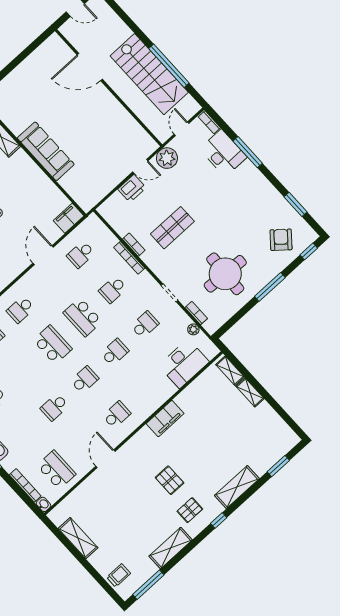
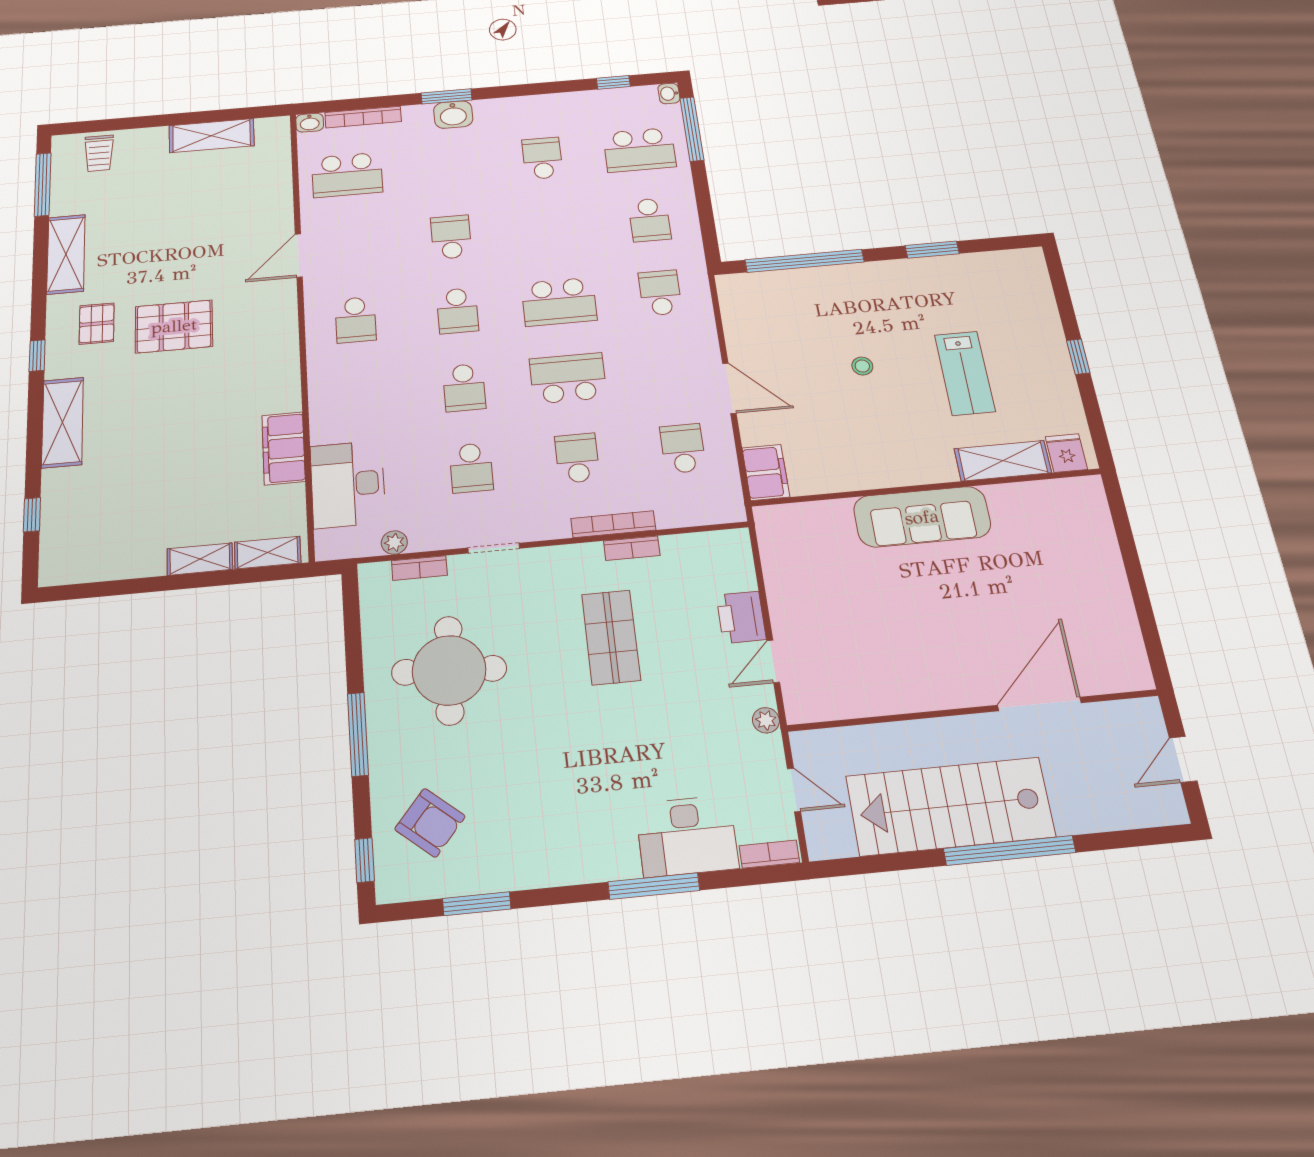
window: (169, 66) -> (1010, 850), moved
plant: (167, 158) -> (766, 720), width x0.53, depth x0.53
filing cabinet: (165, 418) -> (283, 448), moved
door: (105, 459) -> (299, 255), swing flipped
window: (278, 466) -> (32, 515), width x0.67
pallet: (170, 480) -> (174, 326), width x1.50, depth x1.42

